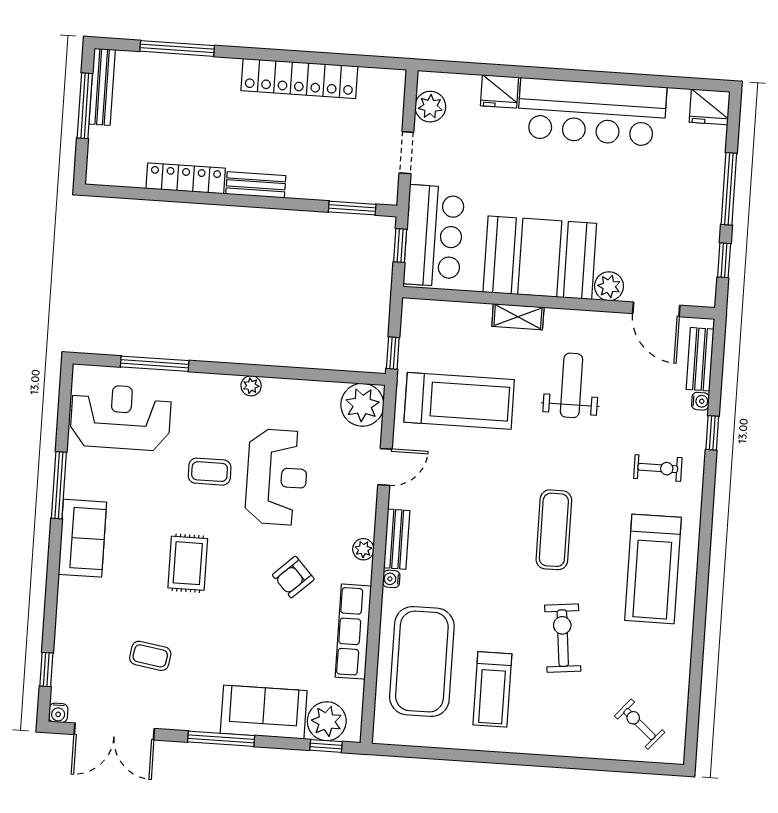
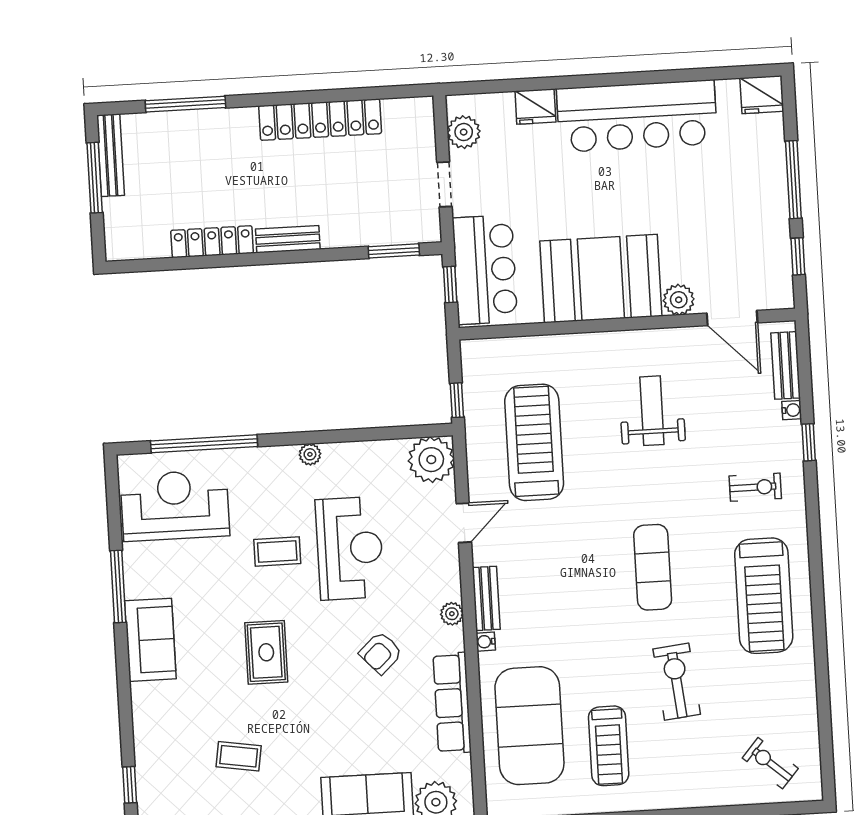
shelving: (518, 317) -> (586, 345), removed
window: (155, 364) -> (204, 444), width x1.46
treadmill: (459, 401) -> (534, 442), turned -90

